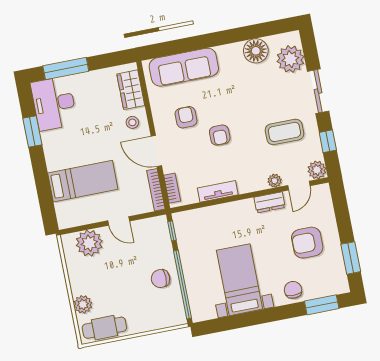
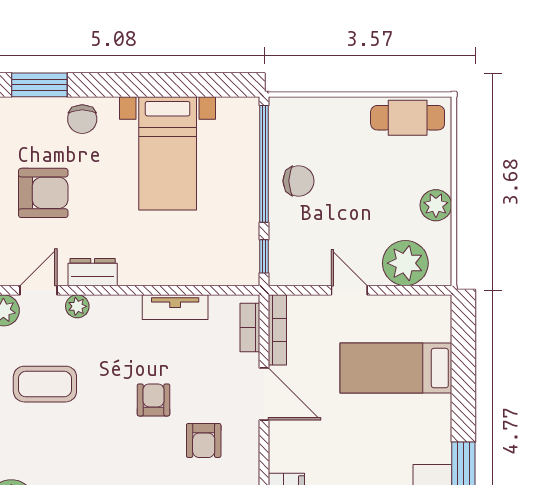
stool: (132, 122) -> (294, 449), removed
plant: (83, 304) -> (436, 205), moved

